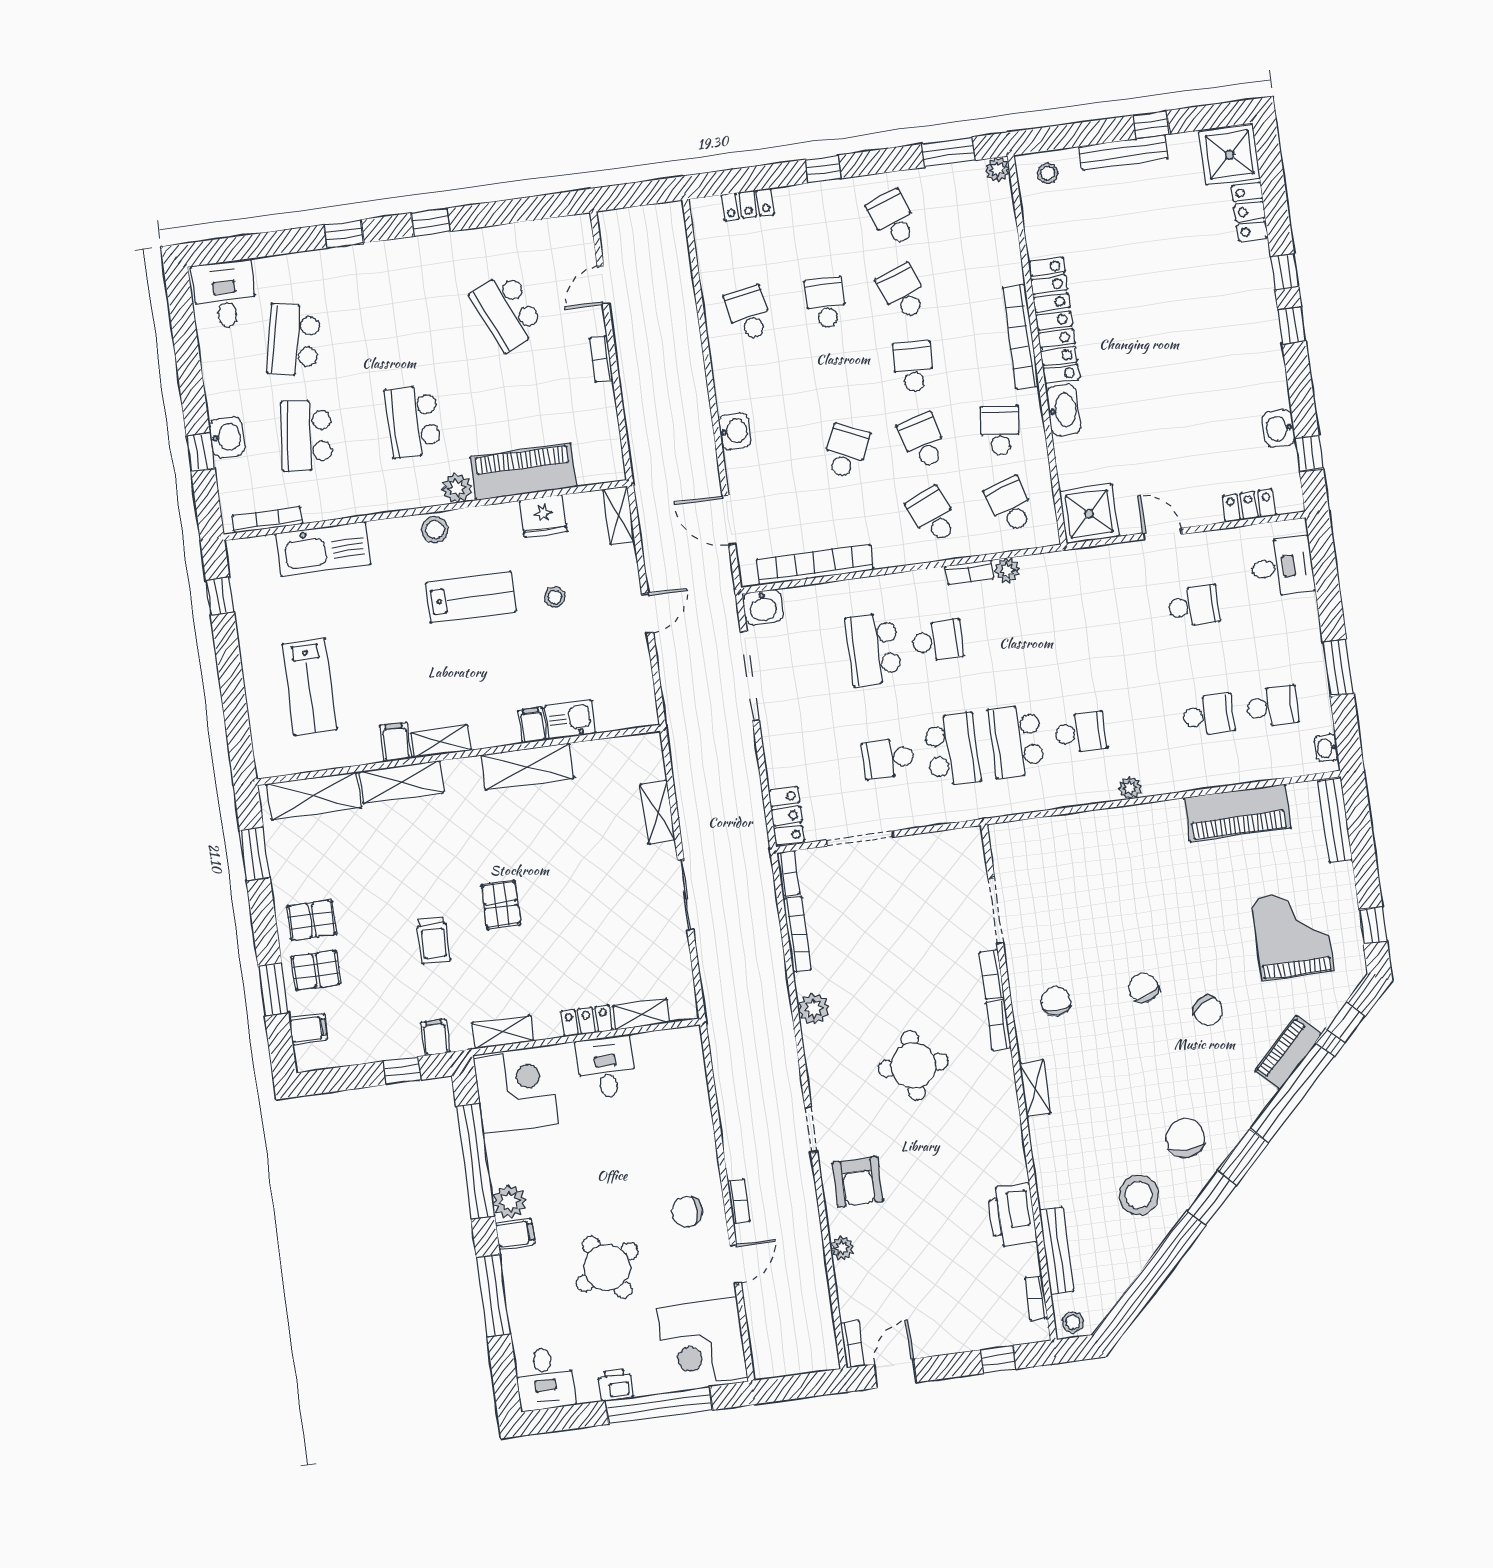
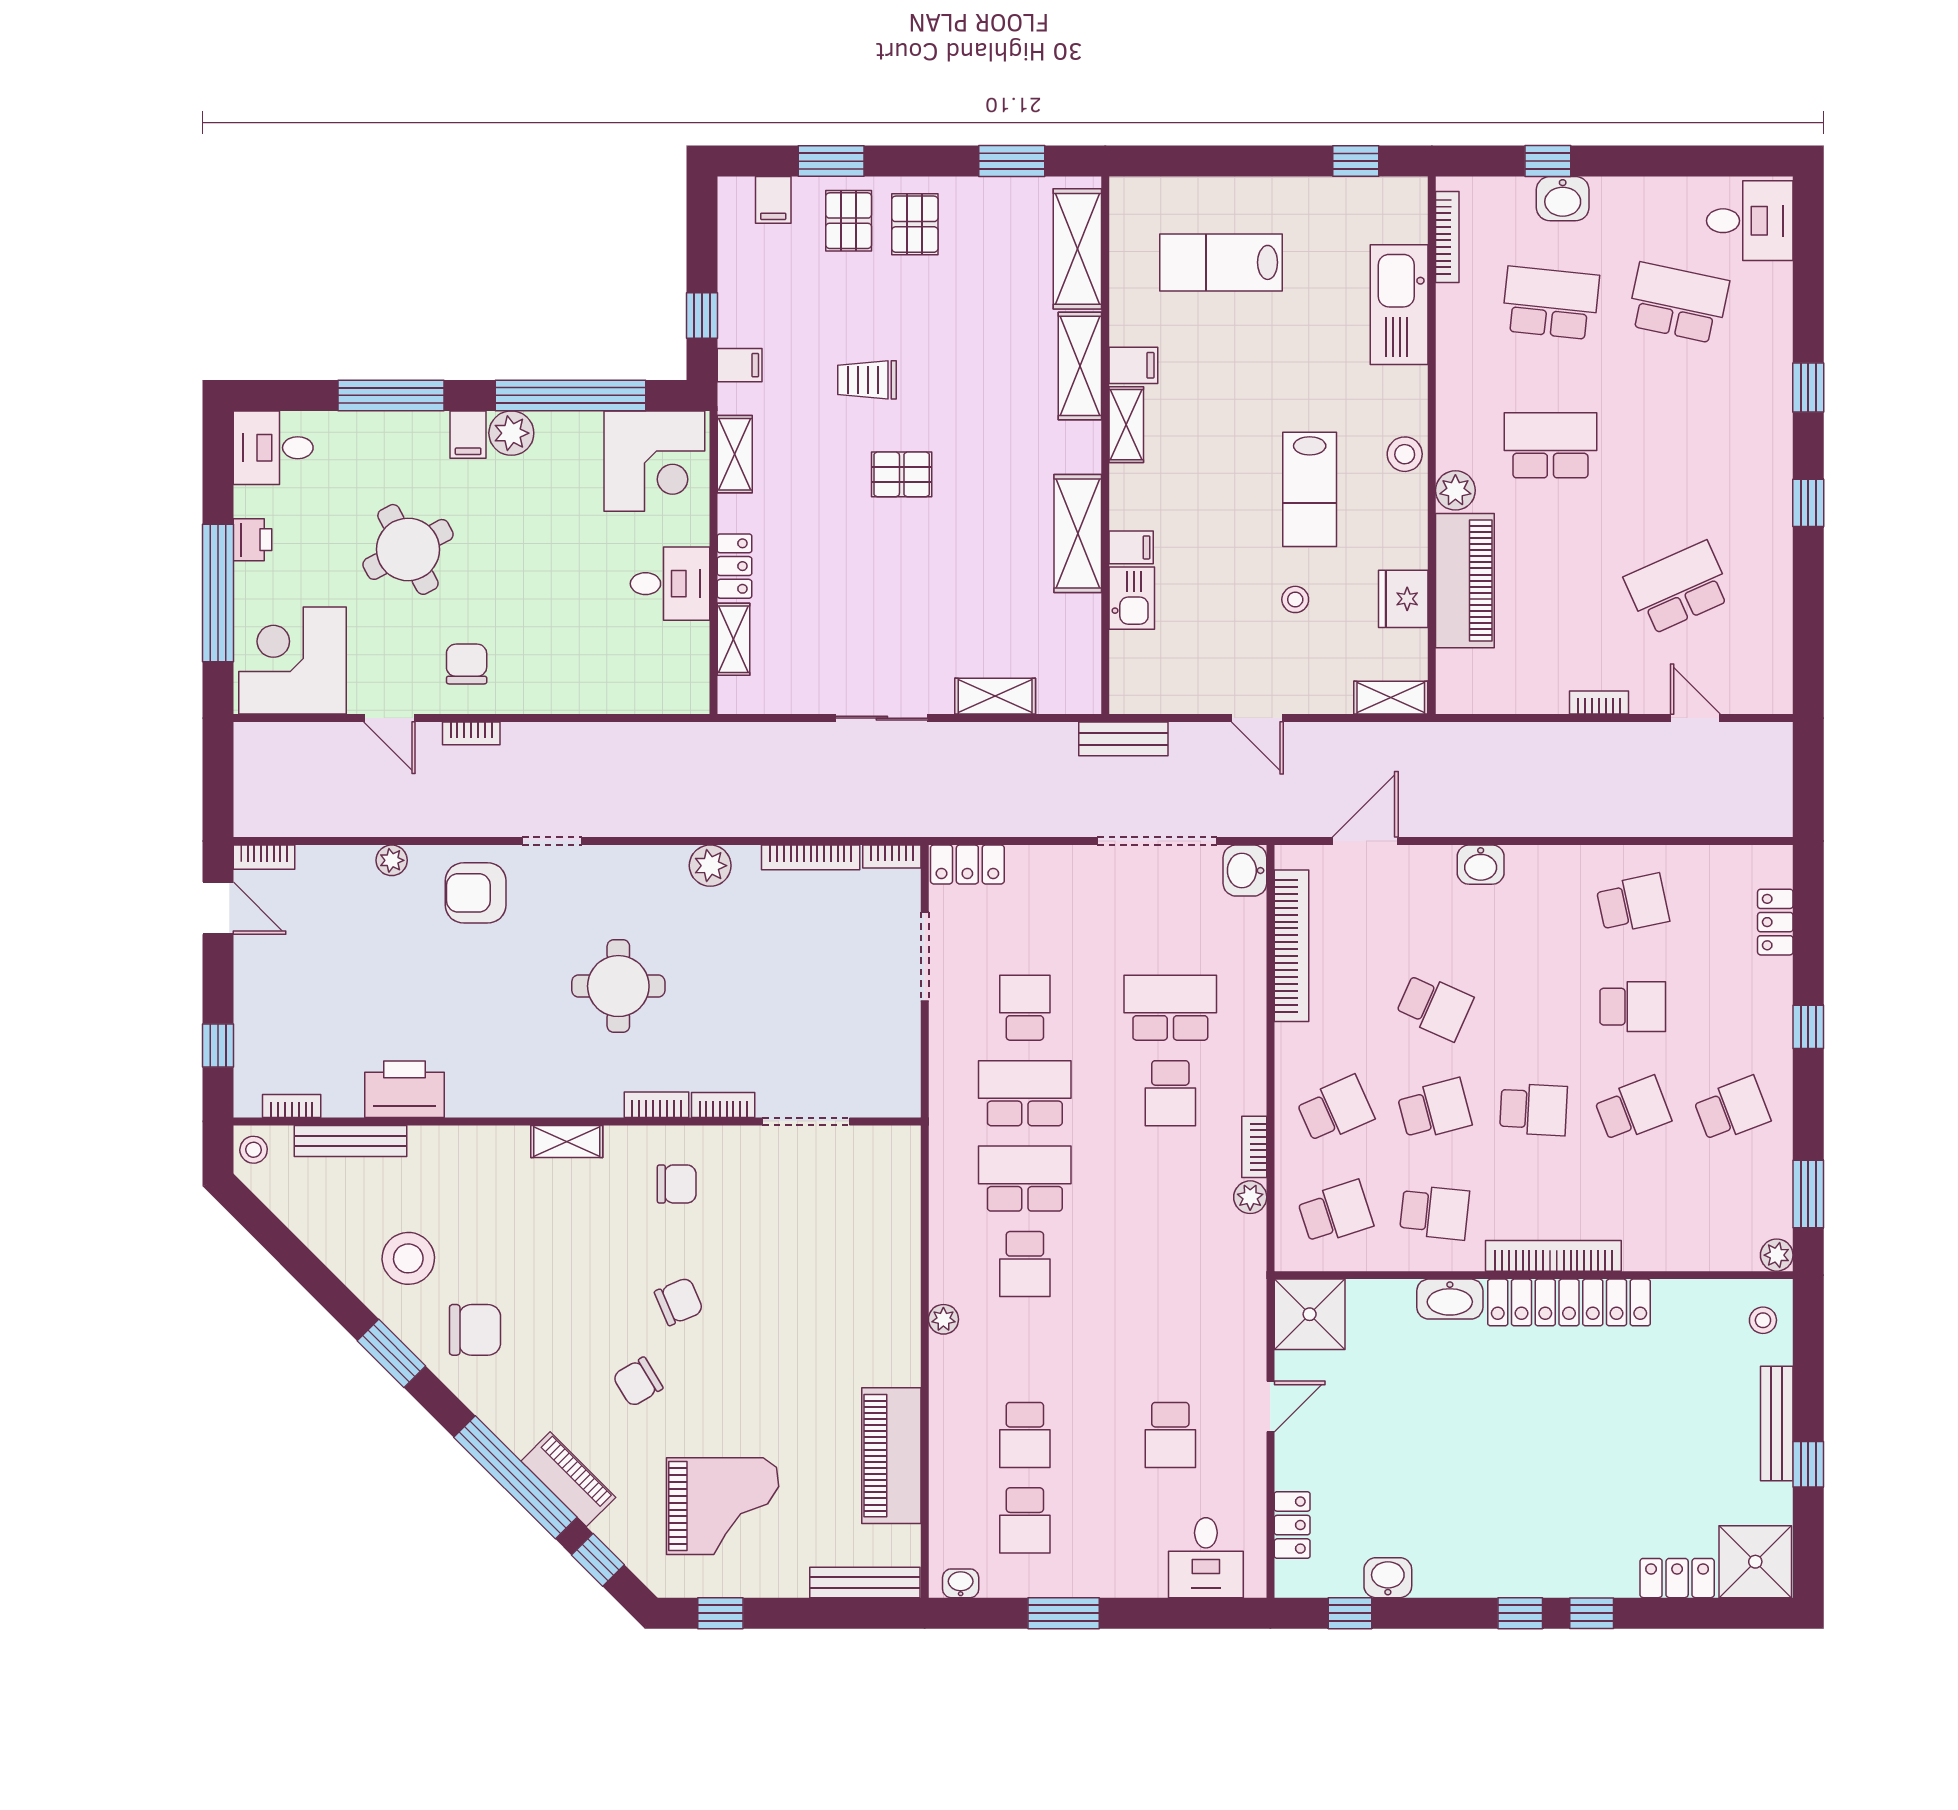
bench: (677, 712) -> (1123, 739), added
school desk: (952, 750) -> (1025, 1093), turned 180

